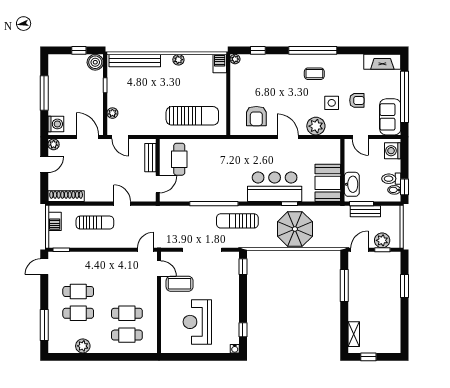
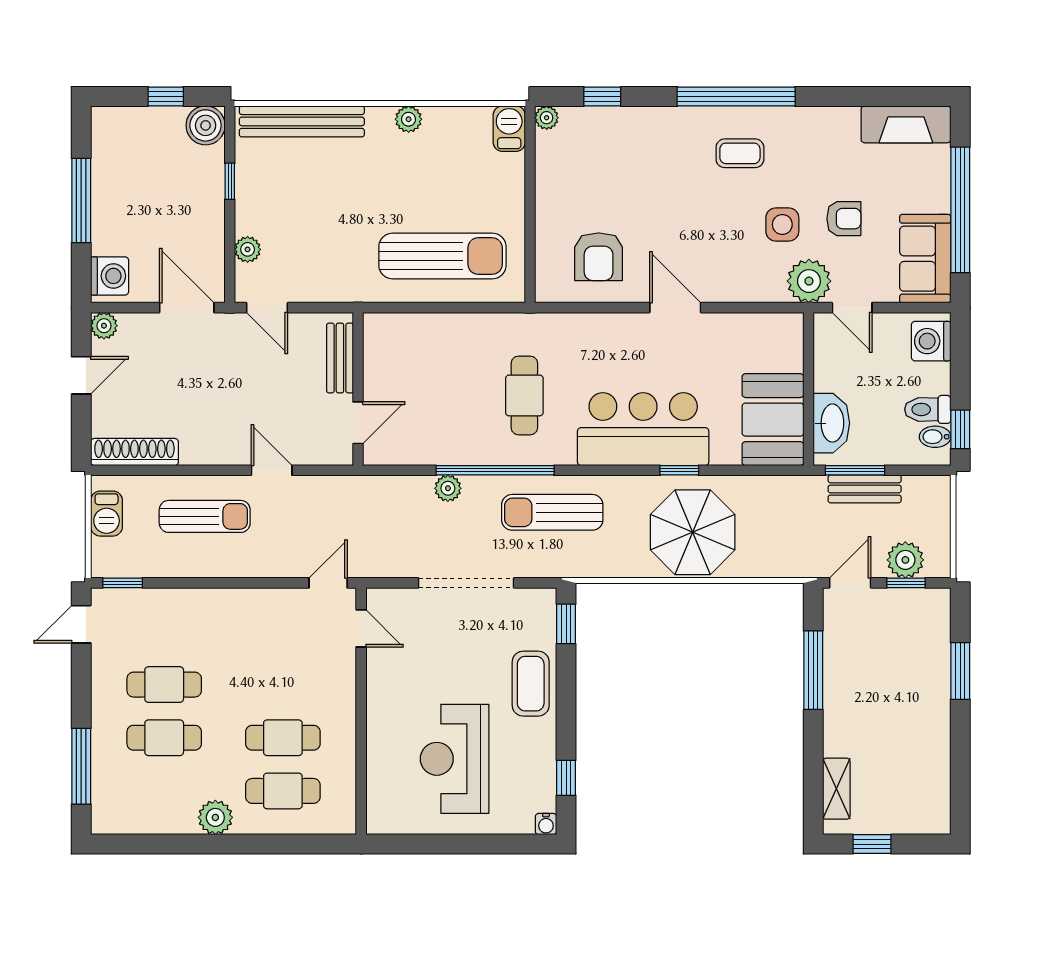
plant: (316, 126) -> (809, 281), moved
cafe table: (179, 159) -> (524, 395), moved
plant: (195, 211) -> (448, 488), added
coffee table: (180, 284) -> (531, 684), moved, turned 90
plant: (83, 346) -> (215, 817), moved

